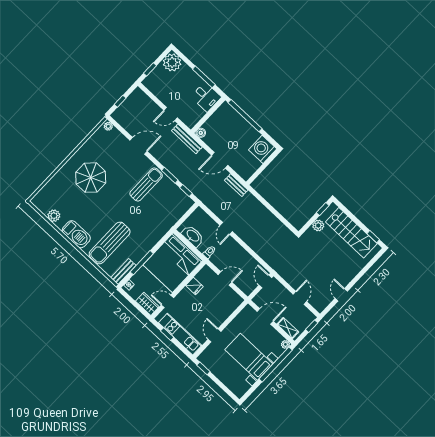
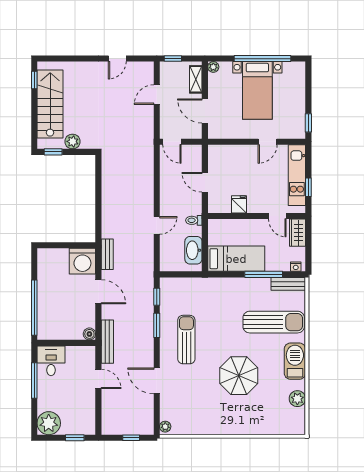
washing machine: (263, 149) -> (82, 261), moved
parasol: (91, 178) -> (239, 376), moved
sun lounger: (146, 185) -> (186, 340), turned 90
bed: (173, 263) -> (236, 259), width x0.49
door: (265, 281) -> (172, 142), hinge flipped
window: (276, 364) -> (263, 59), moved

